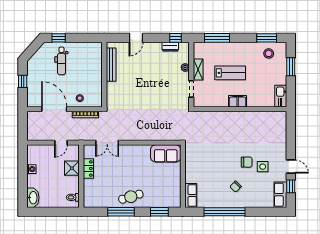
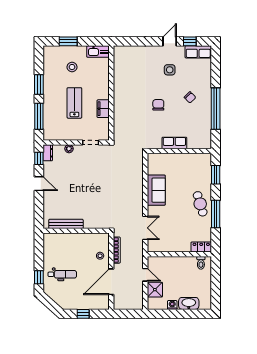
door: (136, 38) -> (39, 184), moved
window: (267, 38) -> (39, 85), moved
dresser: (170, 47) -> (48, 153), moved
stool: (269, 53) -> (72, 67), moved
shelving: (198, 69) -> (71, 135), removed
filing cabinet: (238, 101) -> (103, 109), moved
sofa: (166, 153) -> (156, 190), moved
chair: (247, 162) -> (158, 105), moved
shower: (72, 168) -> (155, 290), moved
locker: (88, 169) -> (201, 247), moved
row of seats: (191, 195) -> (174, 143), moved
washbasin: (33, 198) -> (189, 303), moved

